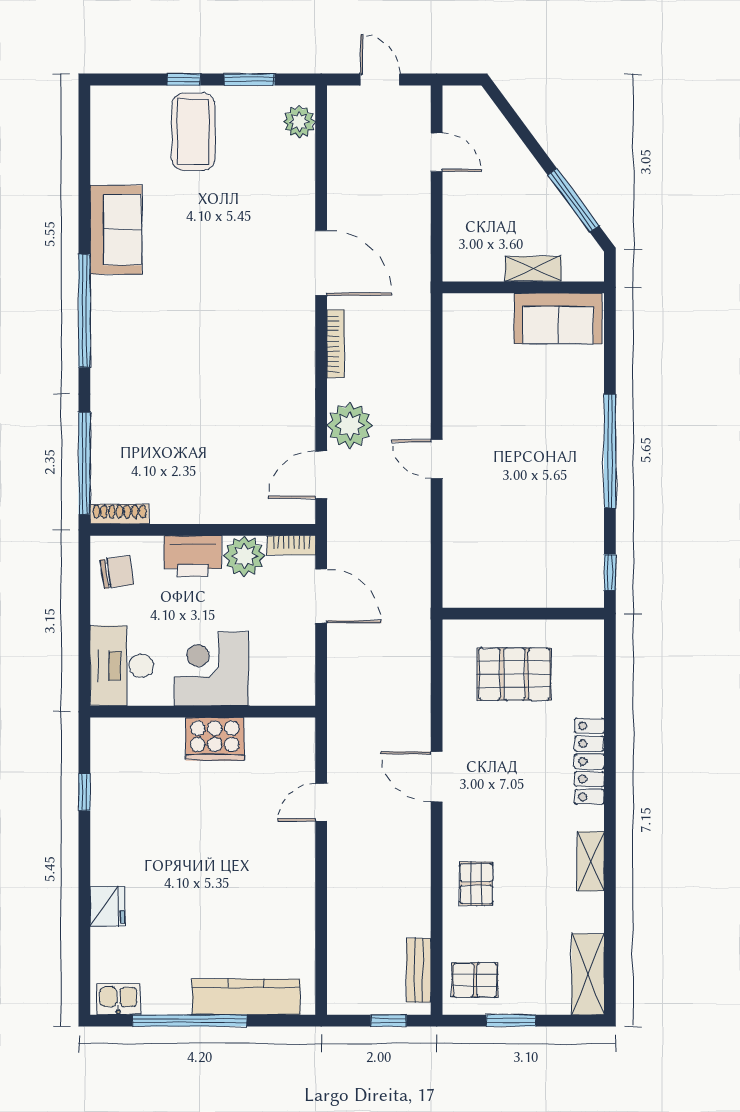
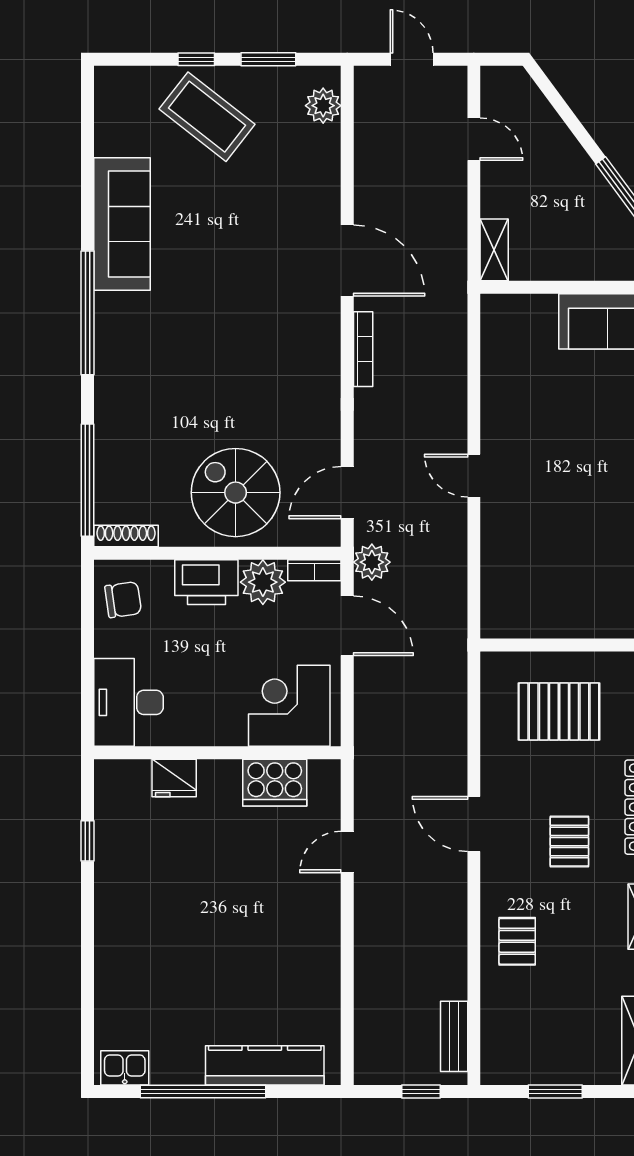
coffee table: (193, 132) -> (207, 117), turned -52
sofa: (116, 230) -> (122, 224), width x1.36
shelving: (533, 269) -> (494, 250), moved, turned 90
plant: (350, 425) -> (372, 562), moved, width x0.73, depth x0.73
spiral stairs: (219, 474) -> (236, 493), added
corner desk: (211, 669) -> (289, 706), moved
cooker: (215, 739) -> (275, 783), moved
fridge: (107, 906) -> (174, 778), moved, turned 90
pallet: (475, 980) -> (569, 842), moved, turned 90

